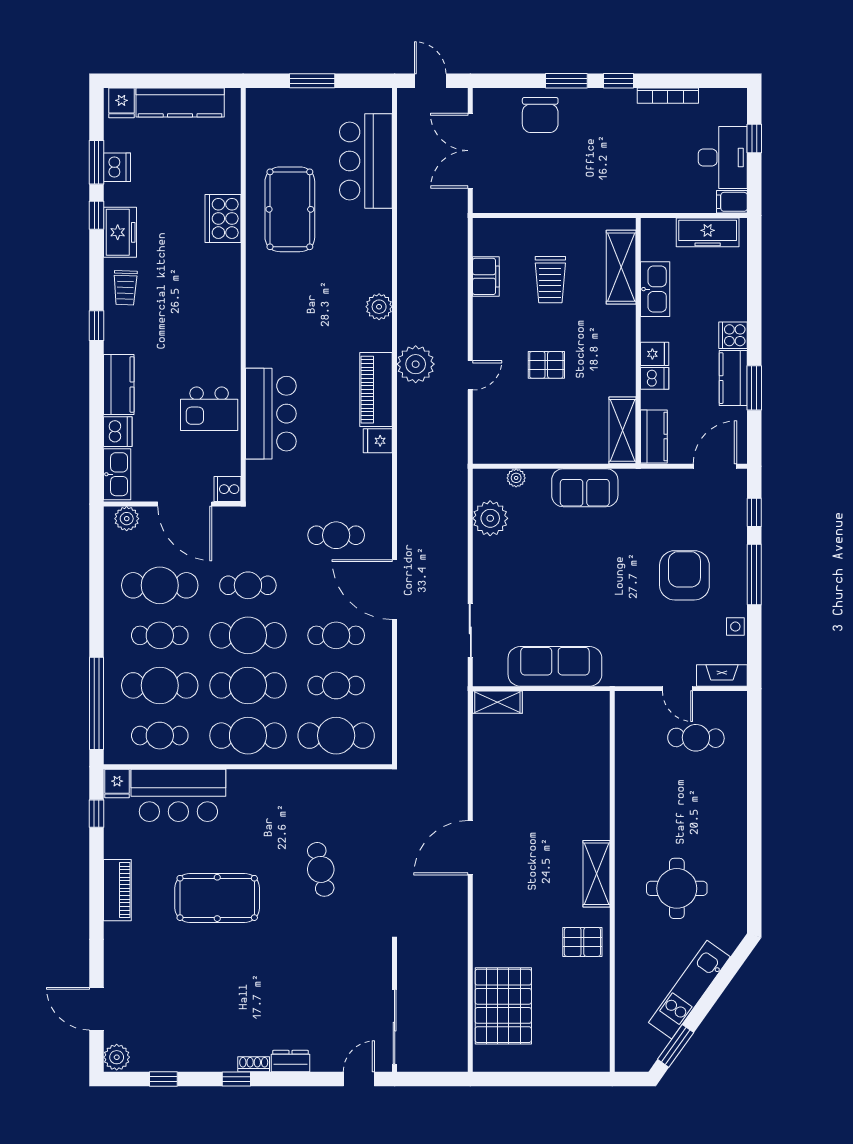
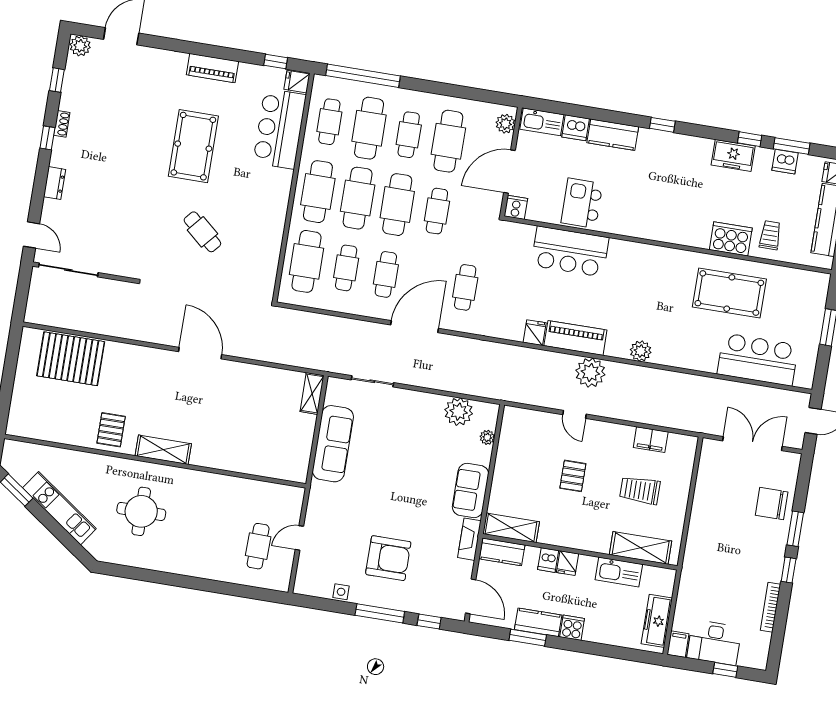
trolley: (125, 288) -> (770, 235), moved, turned 88
fireplace: (722, 675) -> (469, 539), moved, turned 180
cafe table: (321, 869) -> (202, 232), turned 53
shoe rack: (254, 1064) -> (62, 124), moved

